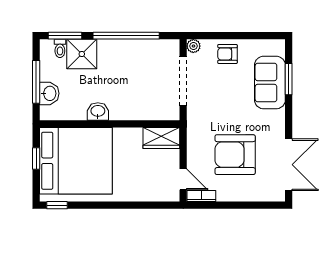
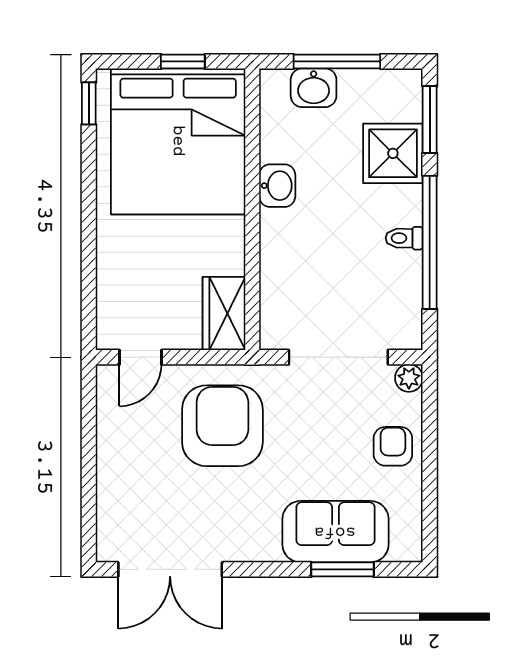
toilet: (60, 48) -> (404, 238), moved
armchair: (235, 155) -> (222, 426), moved
bookcase: (201, 196) -> (107, 394), removed

